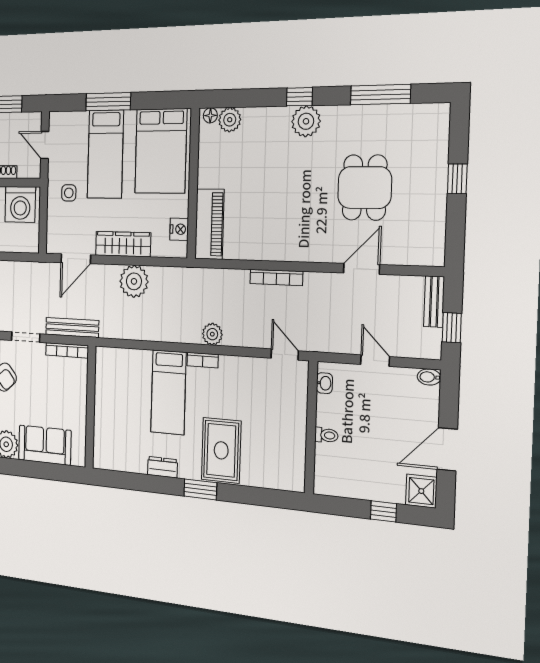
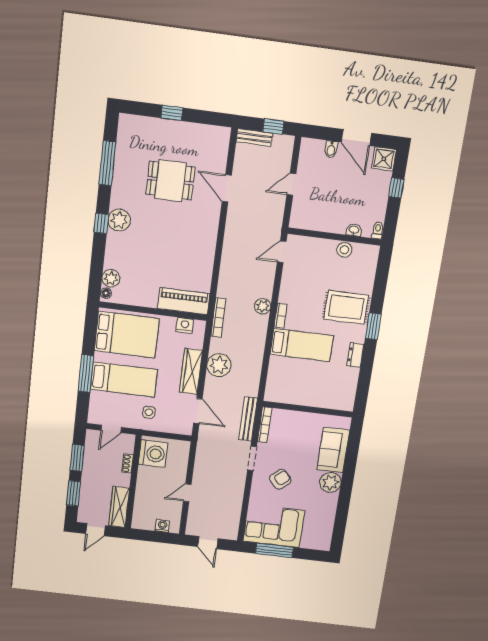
bookcase: (276, 278) -> (218, 317), moved
bidet: (429, 377) -> (331, 149), moved
washbasin: (324, 383) -> (354, 230), moved
toilet: (326, 435) -> (378, 230), moved
stool: (295, 443) -> (344, 250), added

